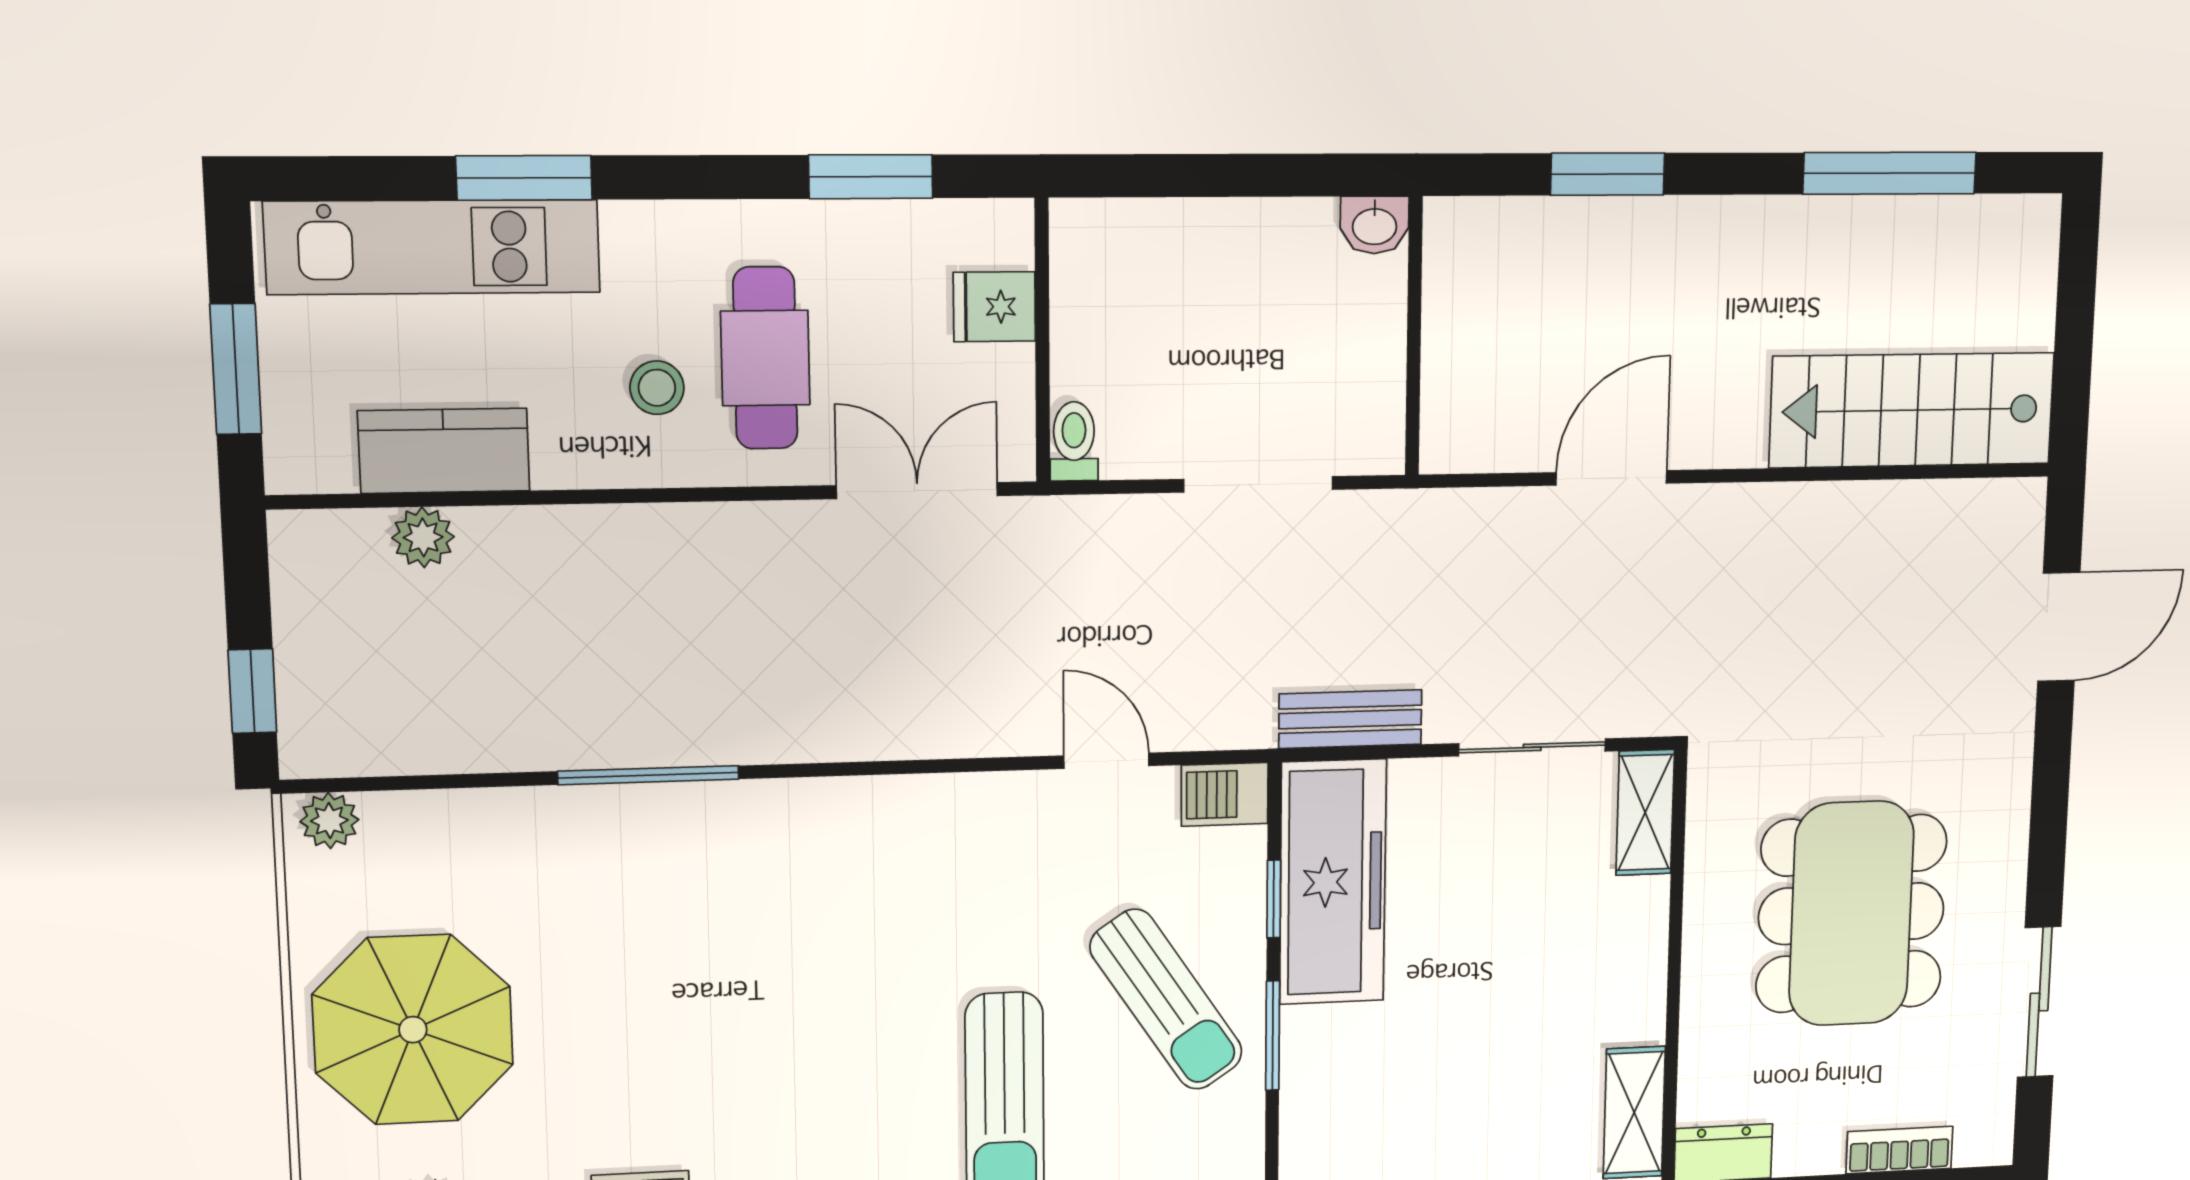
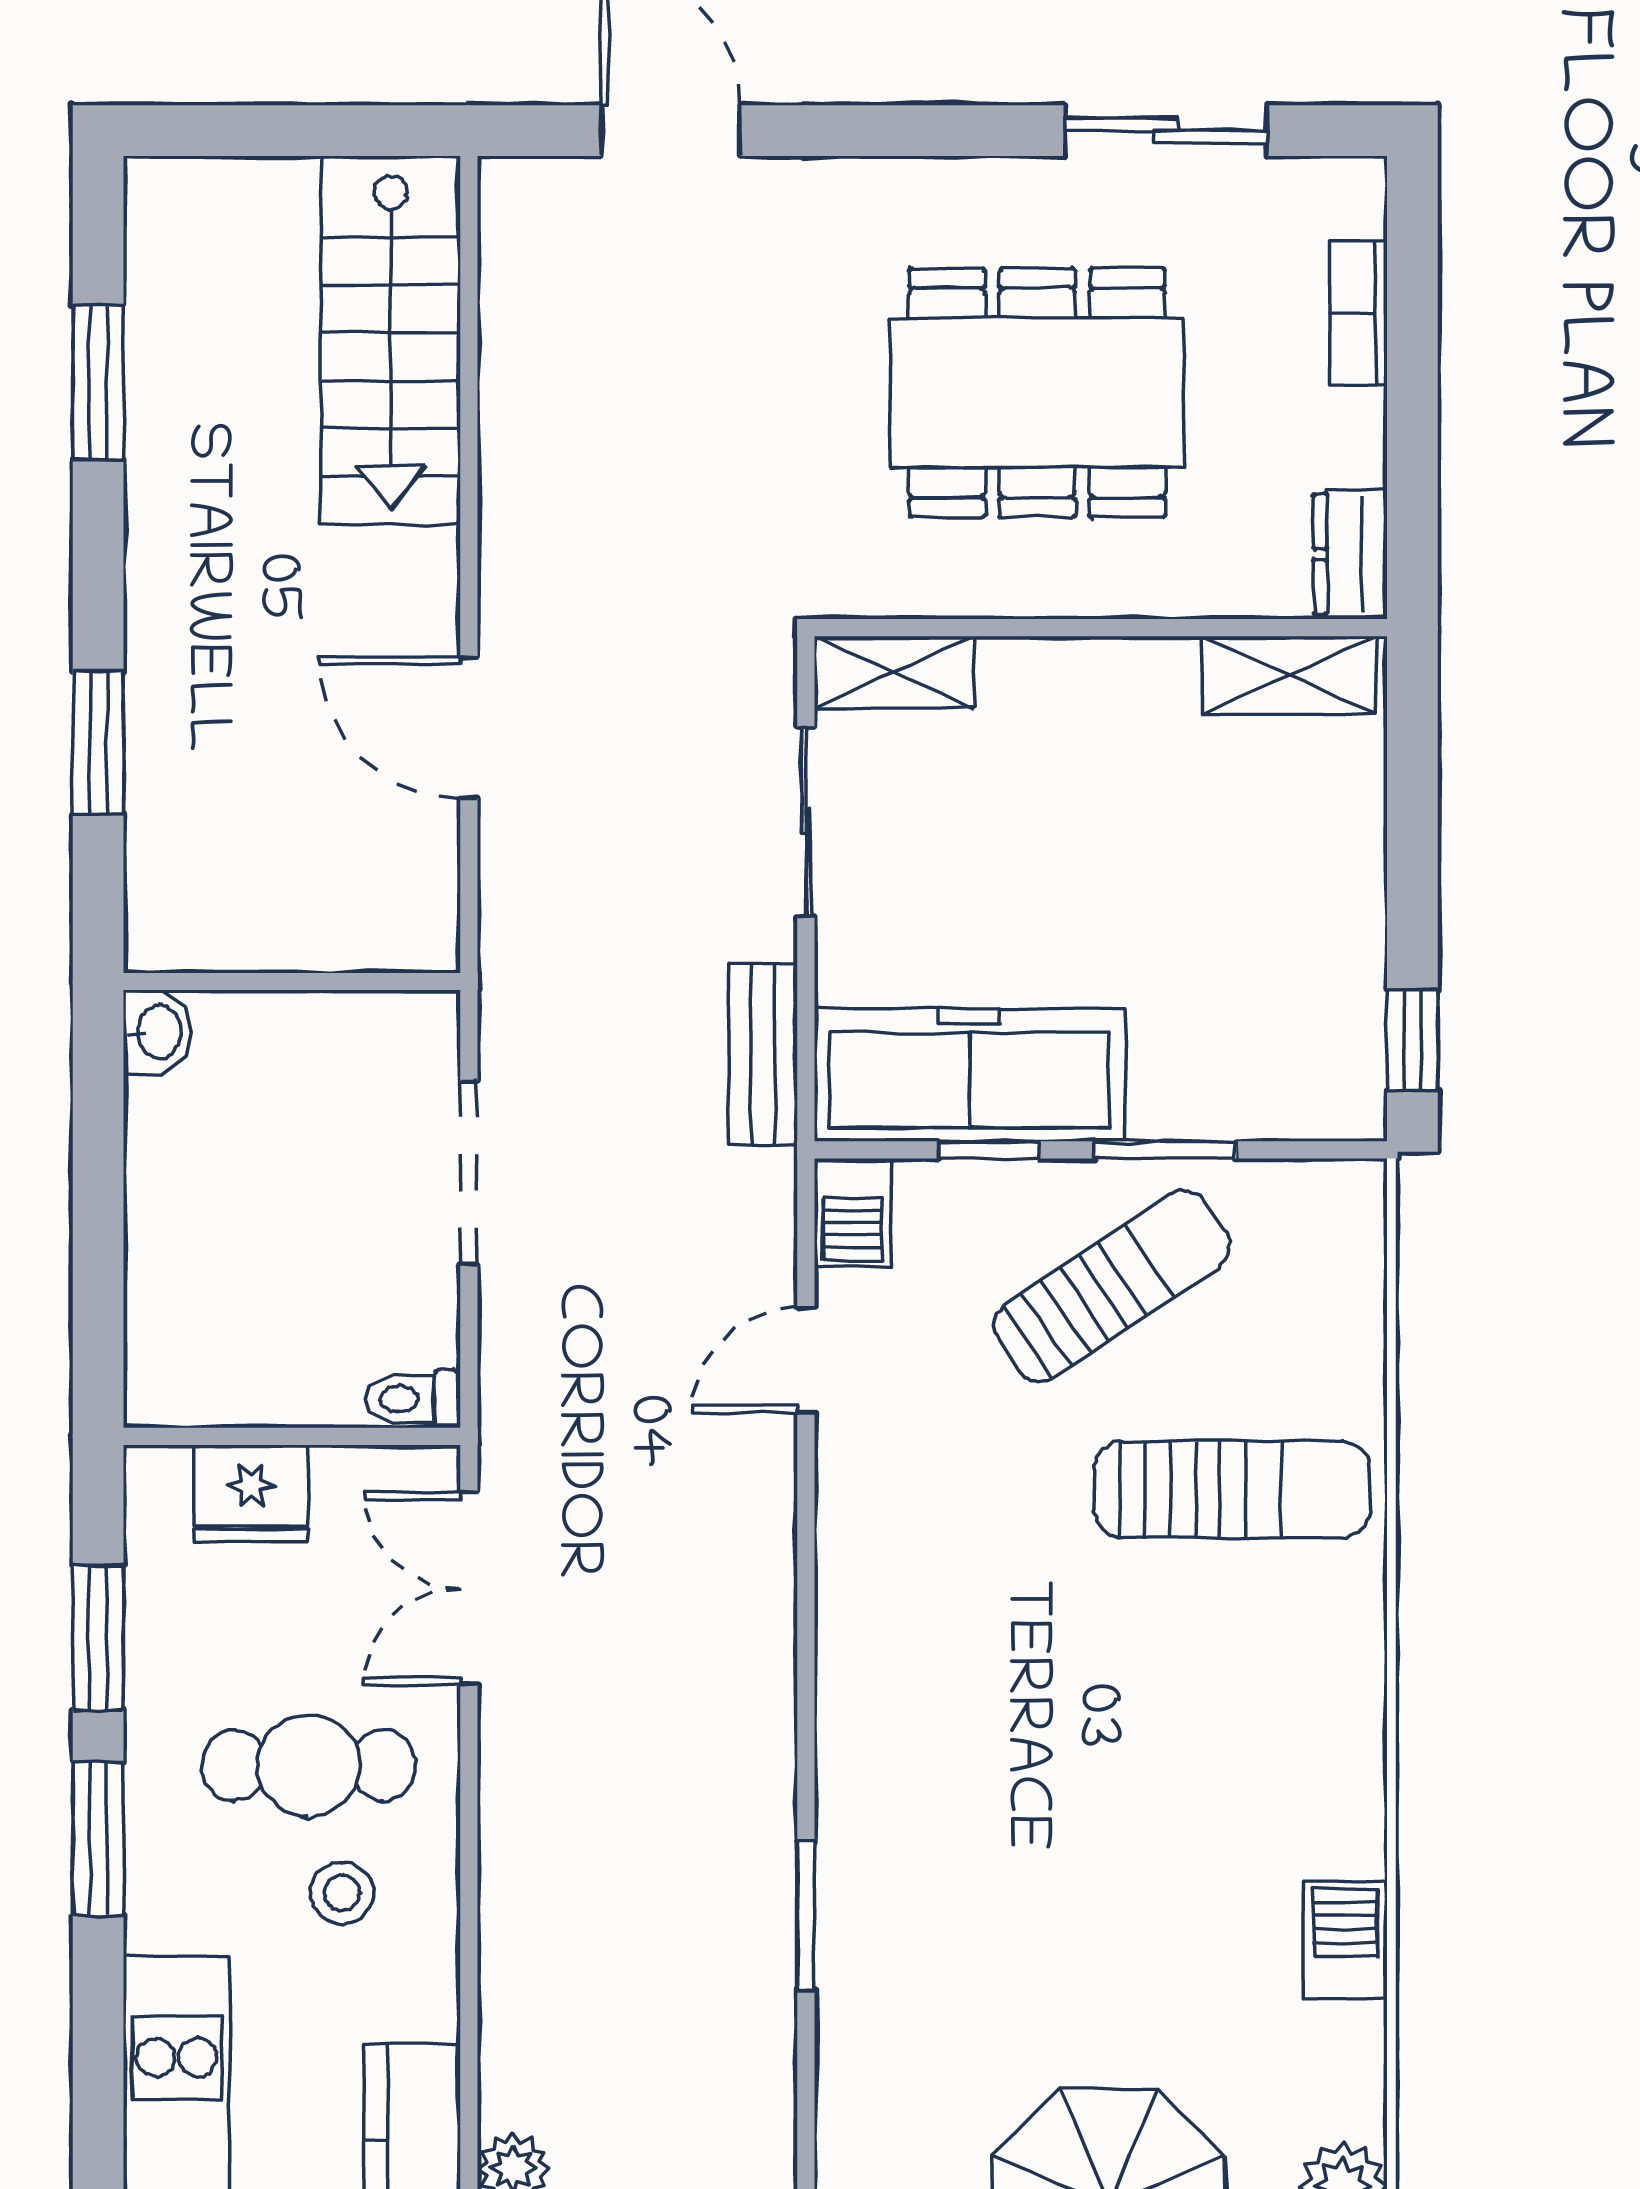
window: (1890, 173) -> (98, 383), width x0.69
window: (524, 178) -> (98, 1839), moved
fridge: (994, 307) -> (251, 1494), width x1.38
window: (648, 775) -> (806, 1916), width x0.69

